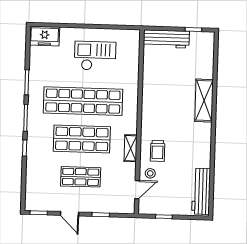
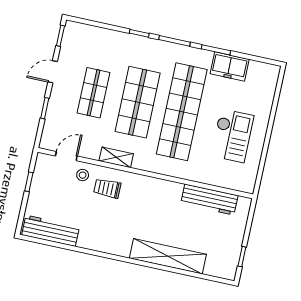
freezer: (45, 36) -> (230, 67), moved, turned -90
workbench: (166, 39) -> (209, 200), moved, turned -90
shelving: (204, 101) -> (168, 256), width x1.47
door: (137, 190) -> (66, 156), swing flipped

